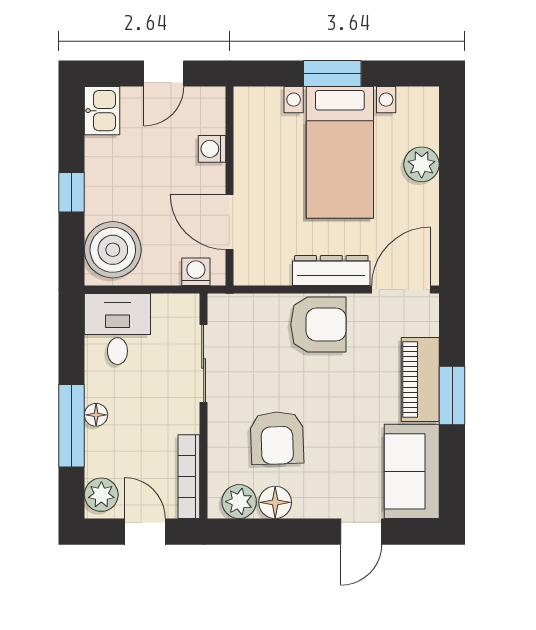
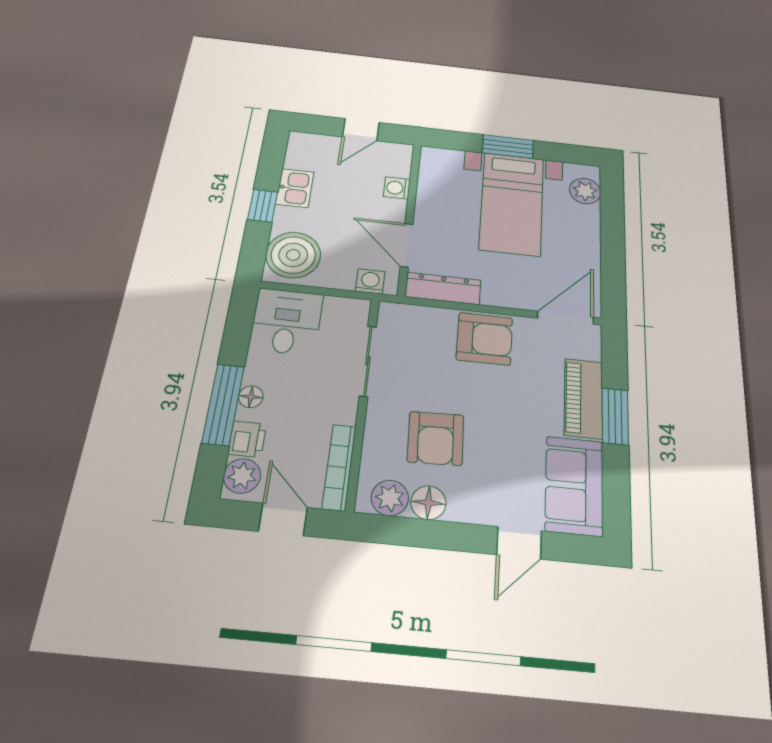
kitchen sink: (102, 111) -> (295, 188), moved
plant: (422, 164) -> (585, 191), moved
dresser: (331, 271) -> (443, 288), moved
printer: (100, 458) -> (247, 439), added

